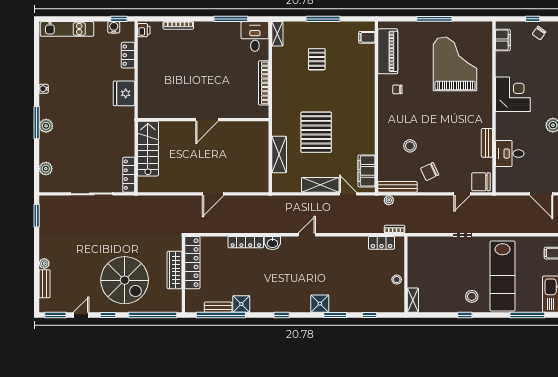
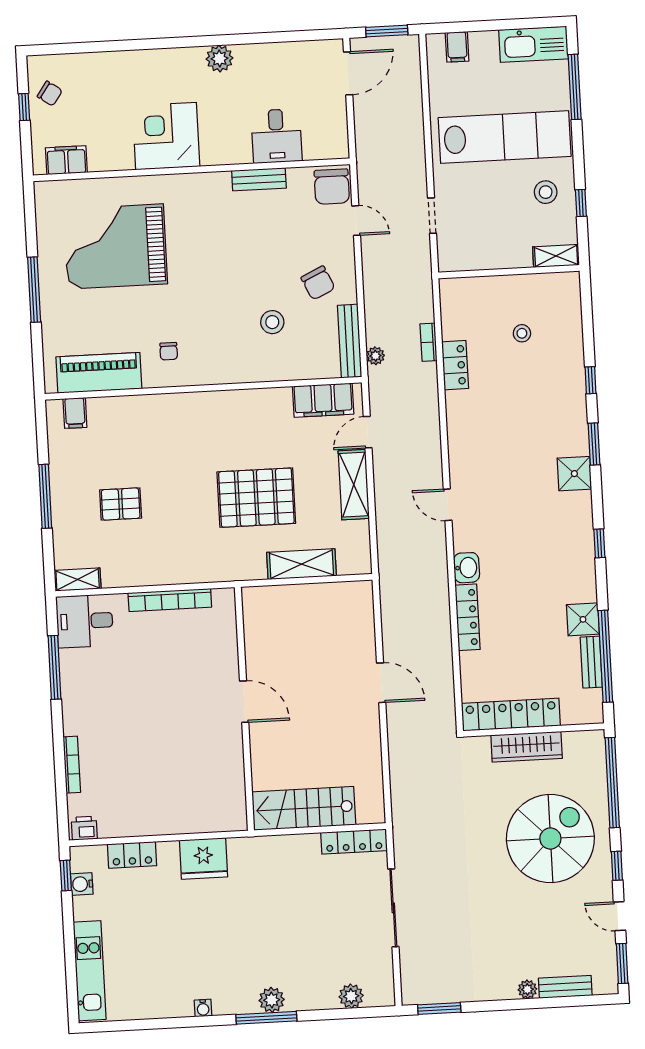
wall: (406, 274) -> (509, 272), moved
shelving: (413, 300) -> (556, 256), moved

